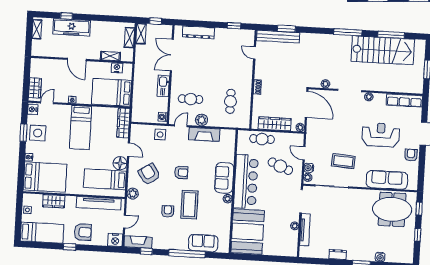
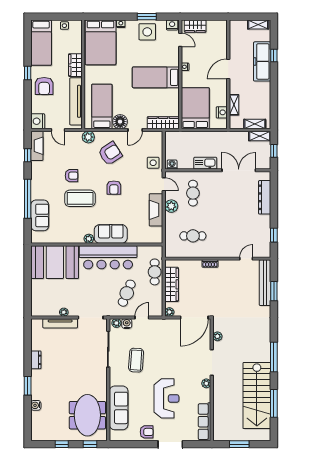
wardrobe: (54, 201) -> (75, 65), moved

